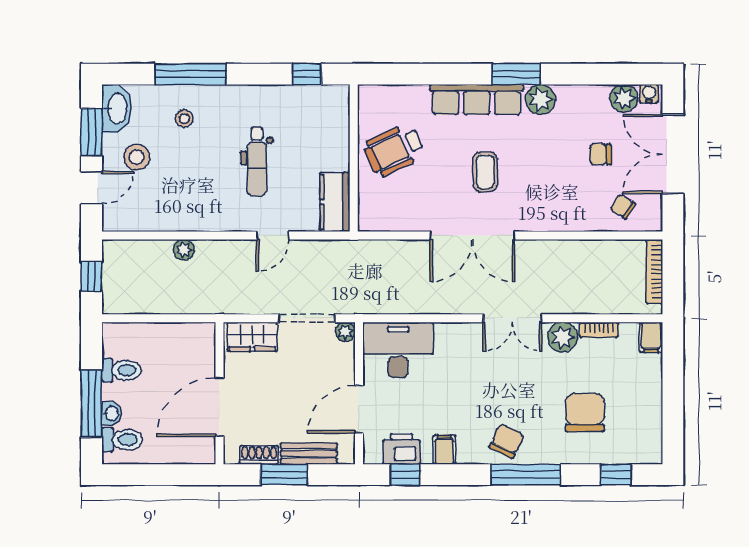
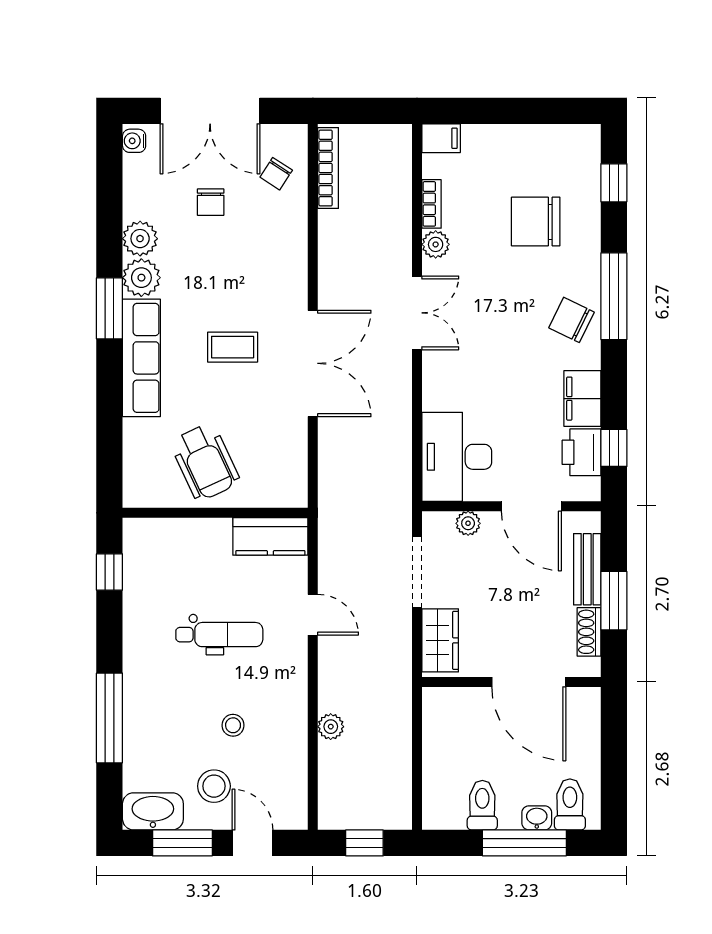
plant: (624, 98) -> (140, 239), moved
stool: (184, 118) -> (233, 725), moved
bookcase: (654, 272) -> (328, 168), moved, turned -90
plant: (345, 332) -> (468, 523), moved
plant: (563, 337) -> (436, 244), width x0.73, depth x0.73
filing cabinet: (444, 450) -> (582, 399), width x2.00

